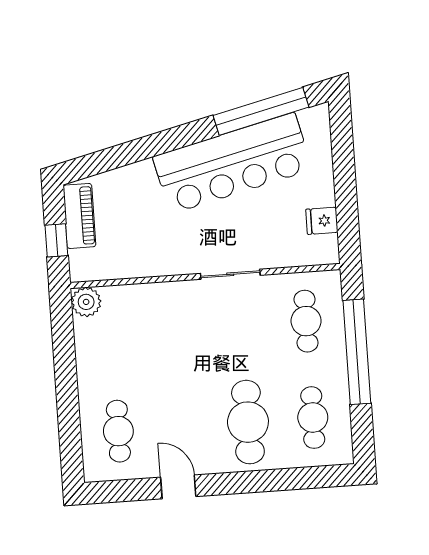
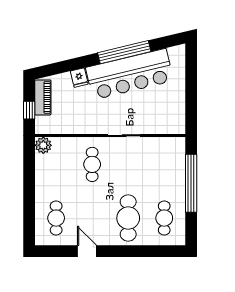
window: (261, 111) -> (124, 52), moved
fridge: (322, 221) -> (79, 78), moved, turned -103
cafe table: (306, 321) -> (92, 164), moved

